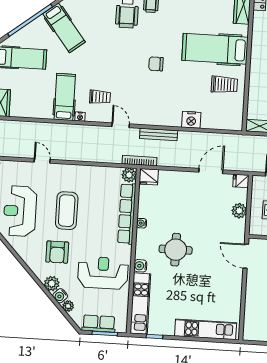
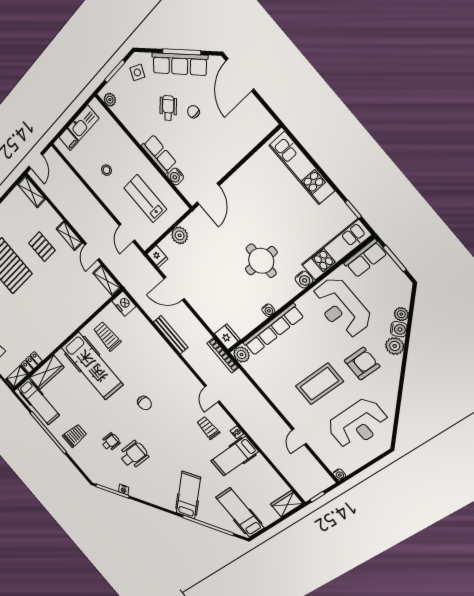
nightstand: (191, 120) -> (124, 304), moved
bench: (159, 134) -> (171, 335), moved
row of seats: (99, 324) -> (365, 258), moved, turned -90

